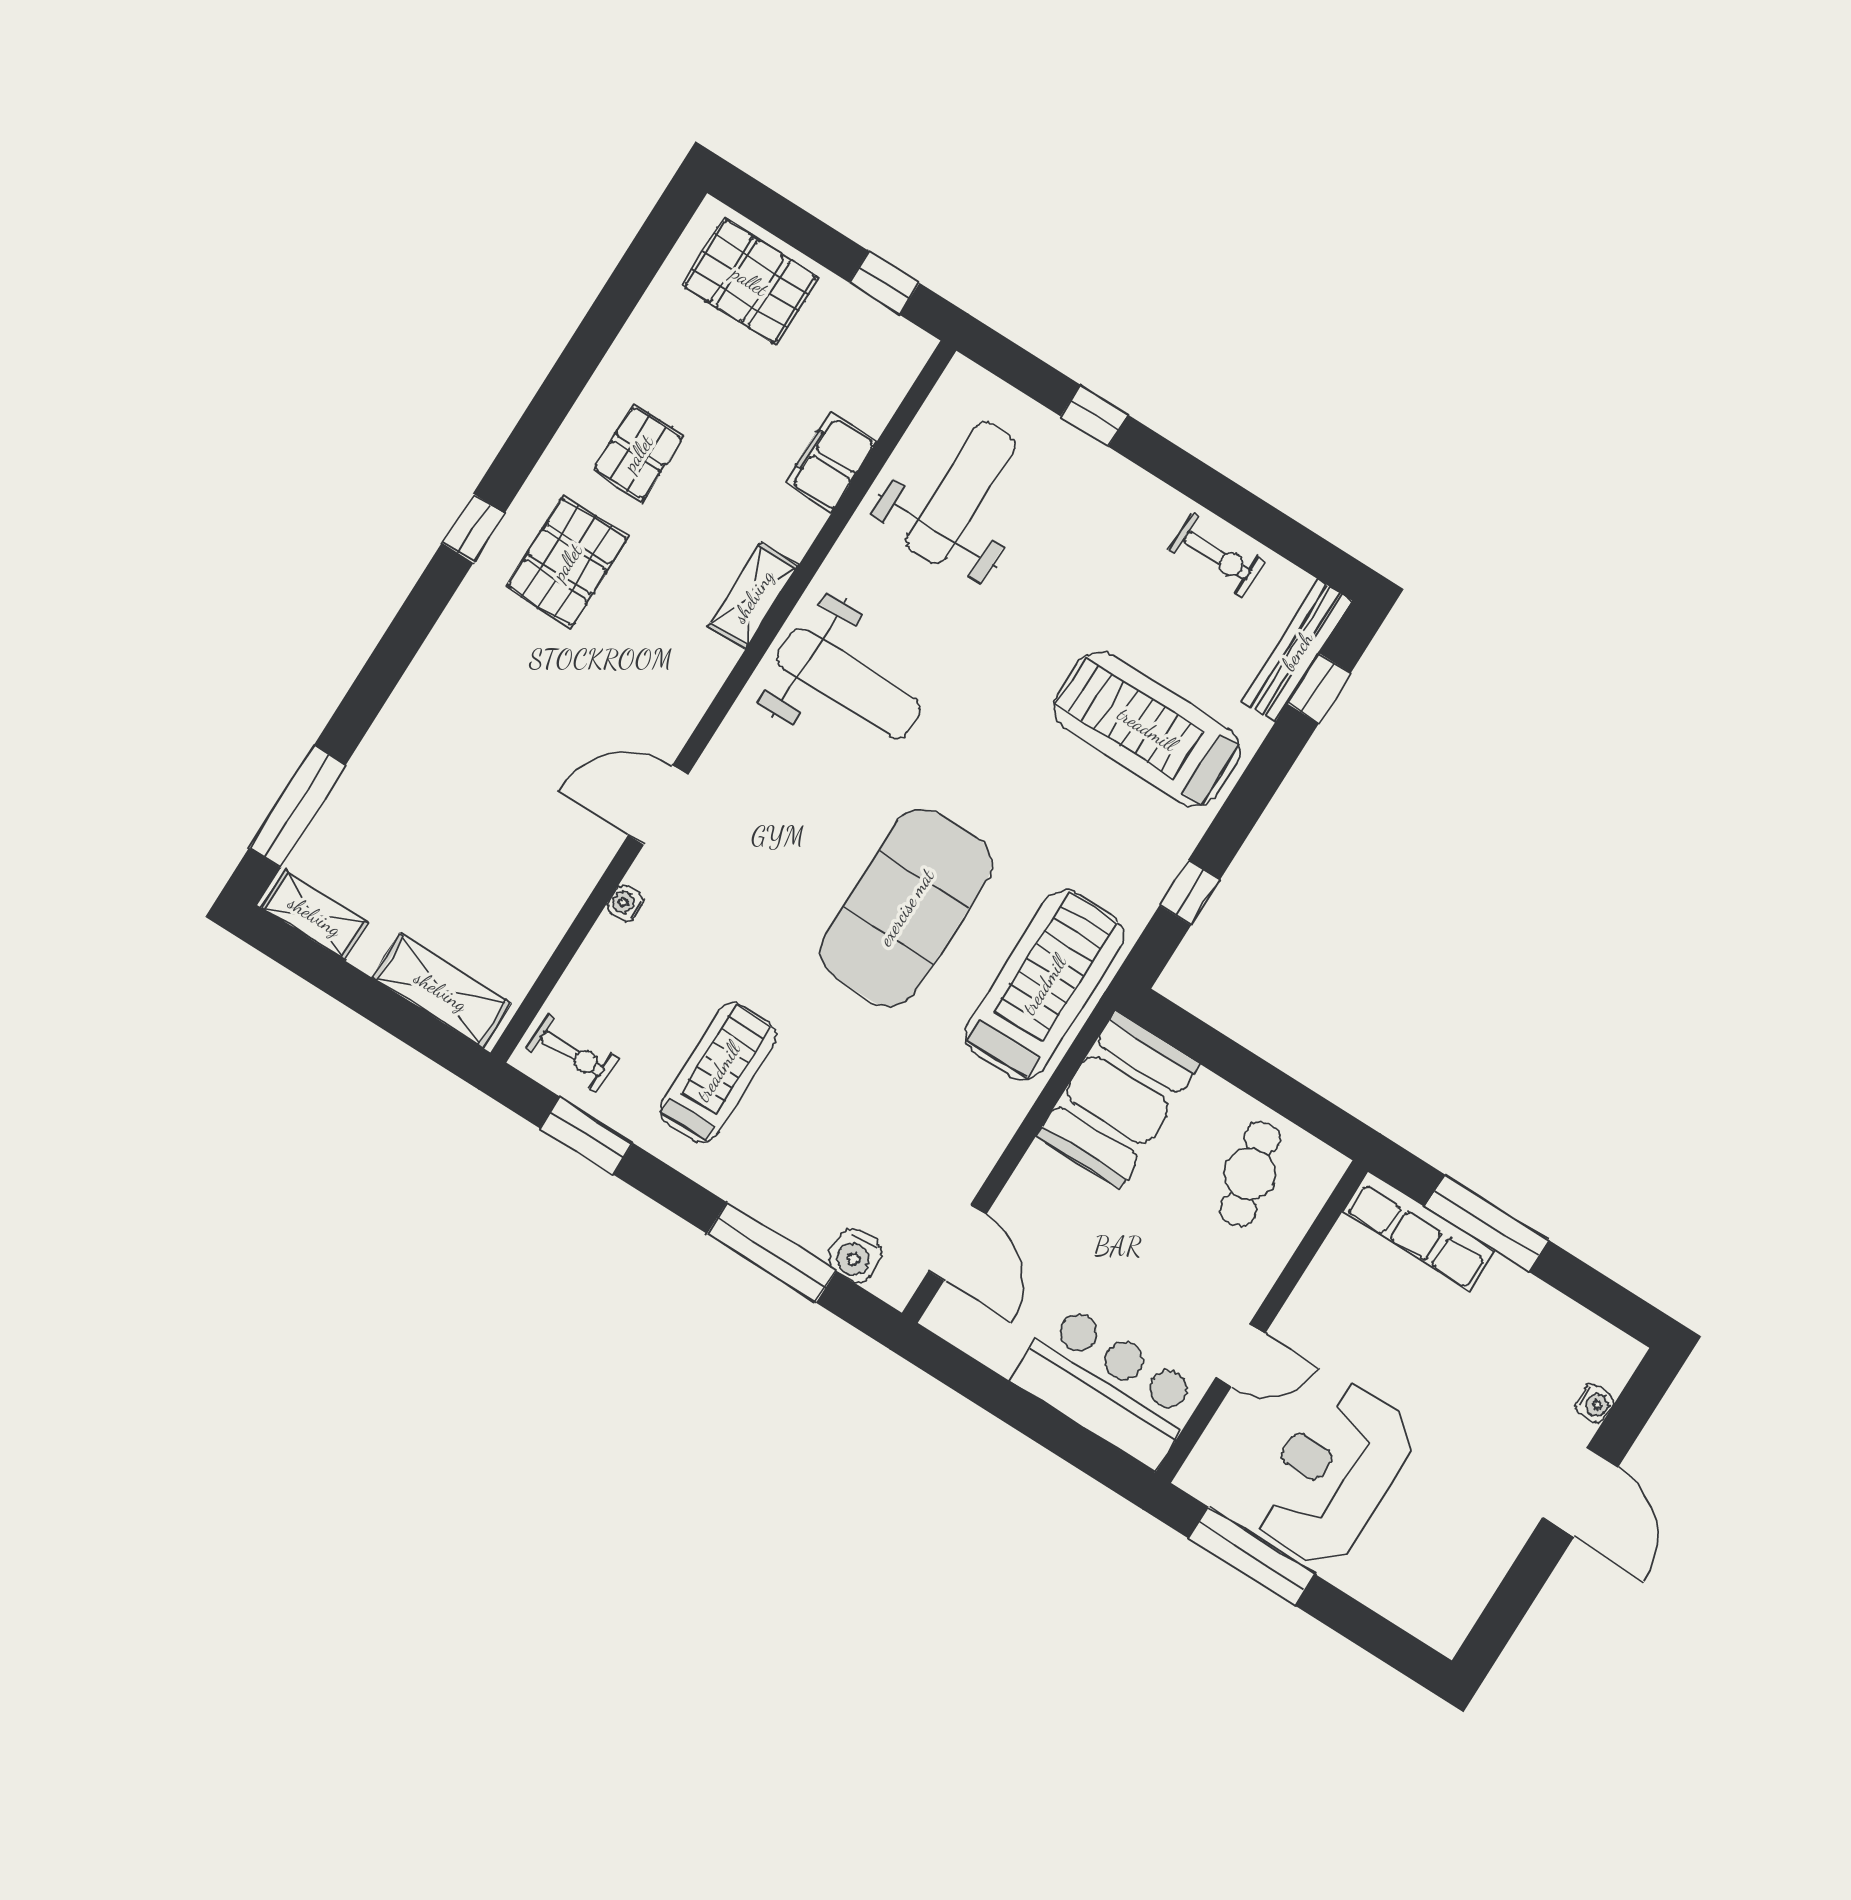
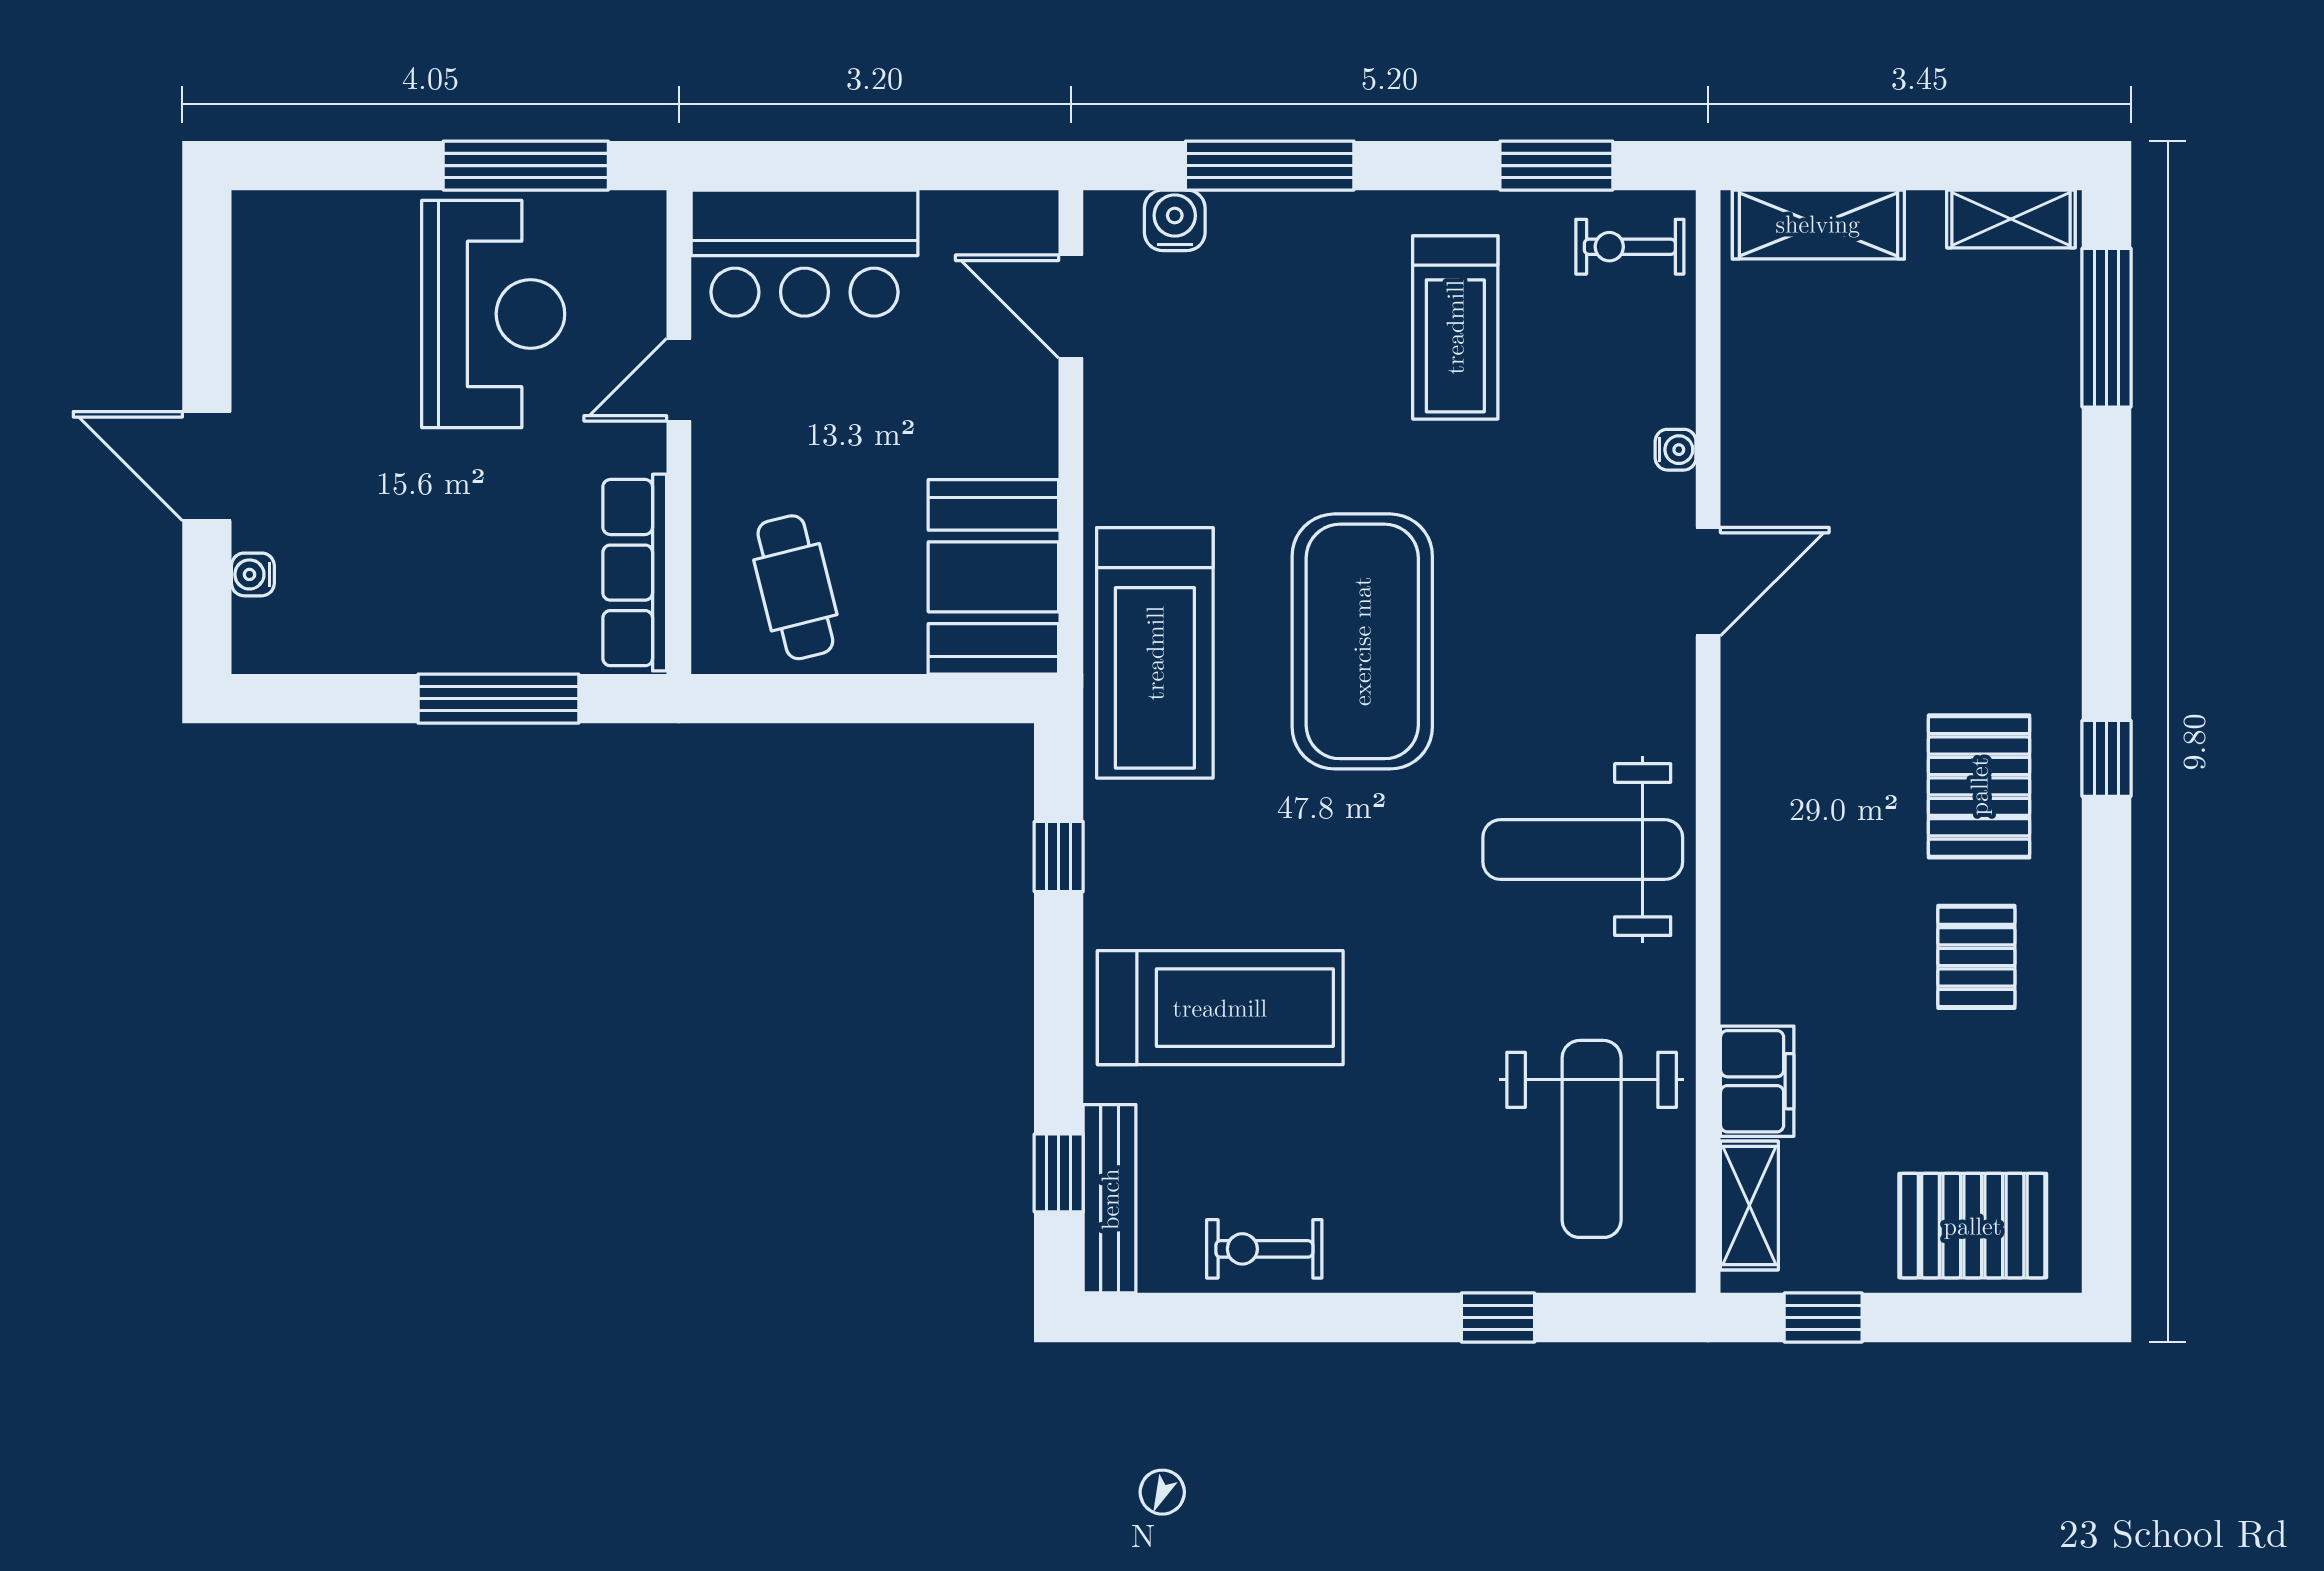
shelving: (753, 596) -> (1749, 1205), moved
row of seats: (1419, 1231) -> (635, 573), moved, turned -90

